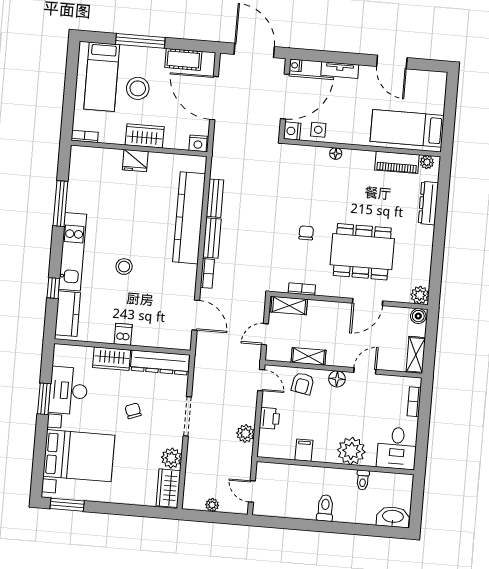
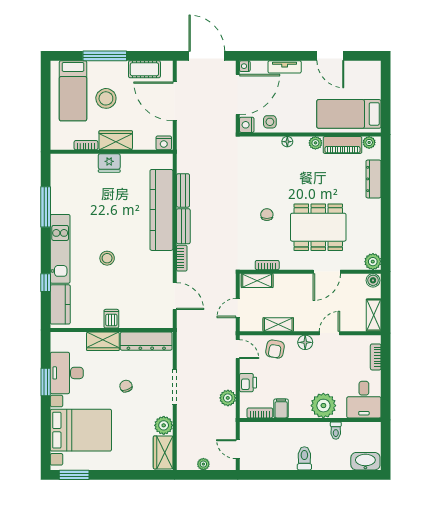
bookcase: (85, 136) -> (86, 145), moved
plant: (367, 158) -> (315, 143), added
bookcase: (280, 453) -> (260, 413), added

